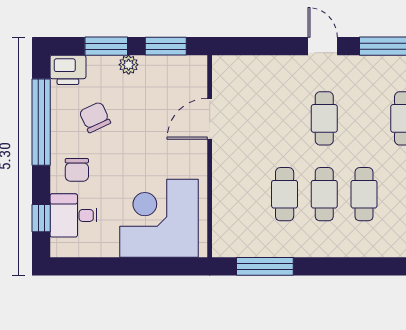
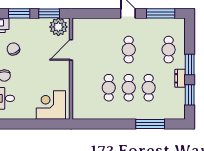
plant: (129, 65) -> (58, 27), moved, width x1.88, depth x1.88
corner desk: (159, 218) -> (51, 105), width x0.74, depth x0.74
window: (265, 266) -> (150, 124), moved

